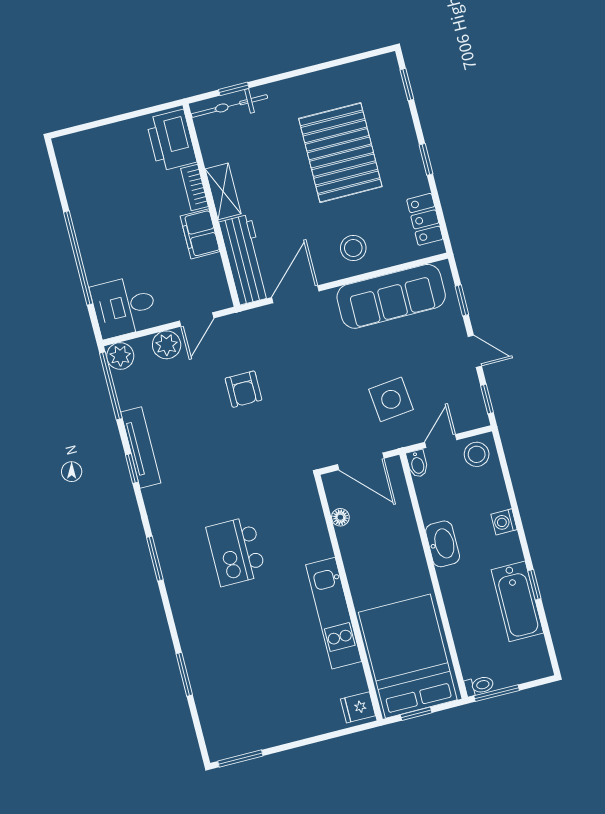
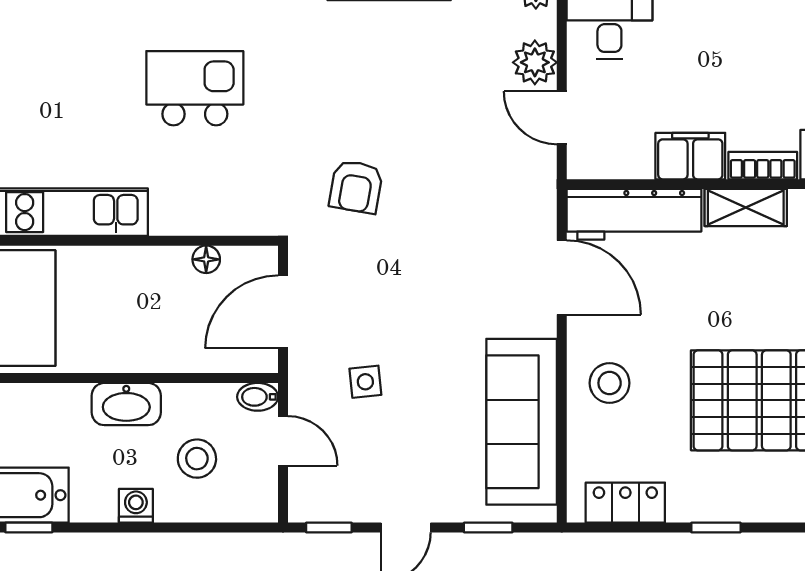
armchair: (243, 389) -> (356, 187), moved, turned -80
side table: (391, 399) -> (365, 382), width x0.54, depth x0.54
stool: (477, 454) -> (197, 459), moved

